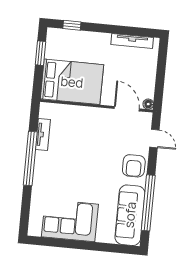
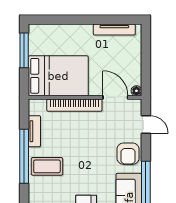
window: (72, 25) -> (53, 20), removed
window: (40, 53) -> (24, 50), width x1.44
bookcase: (85, 112) -> (74, 105), added
coffee table: (52, 171) -> (47, 166), added

